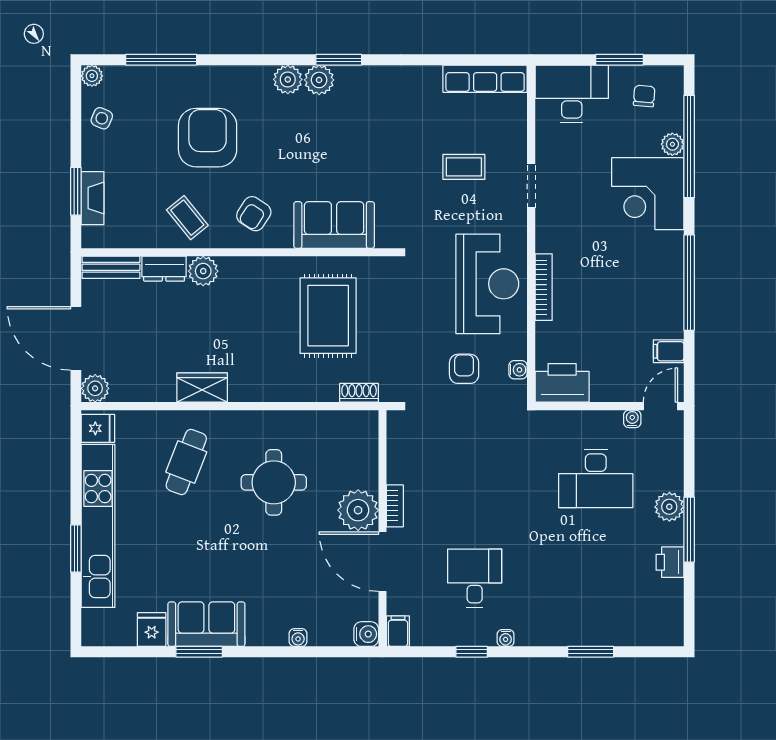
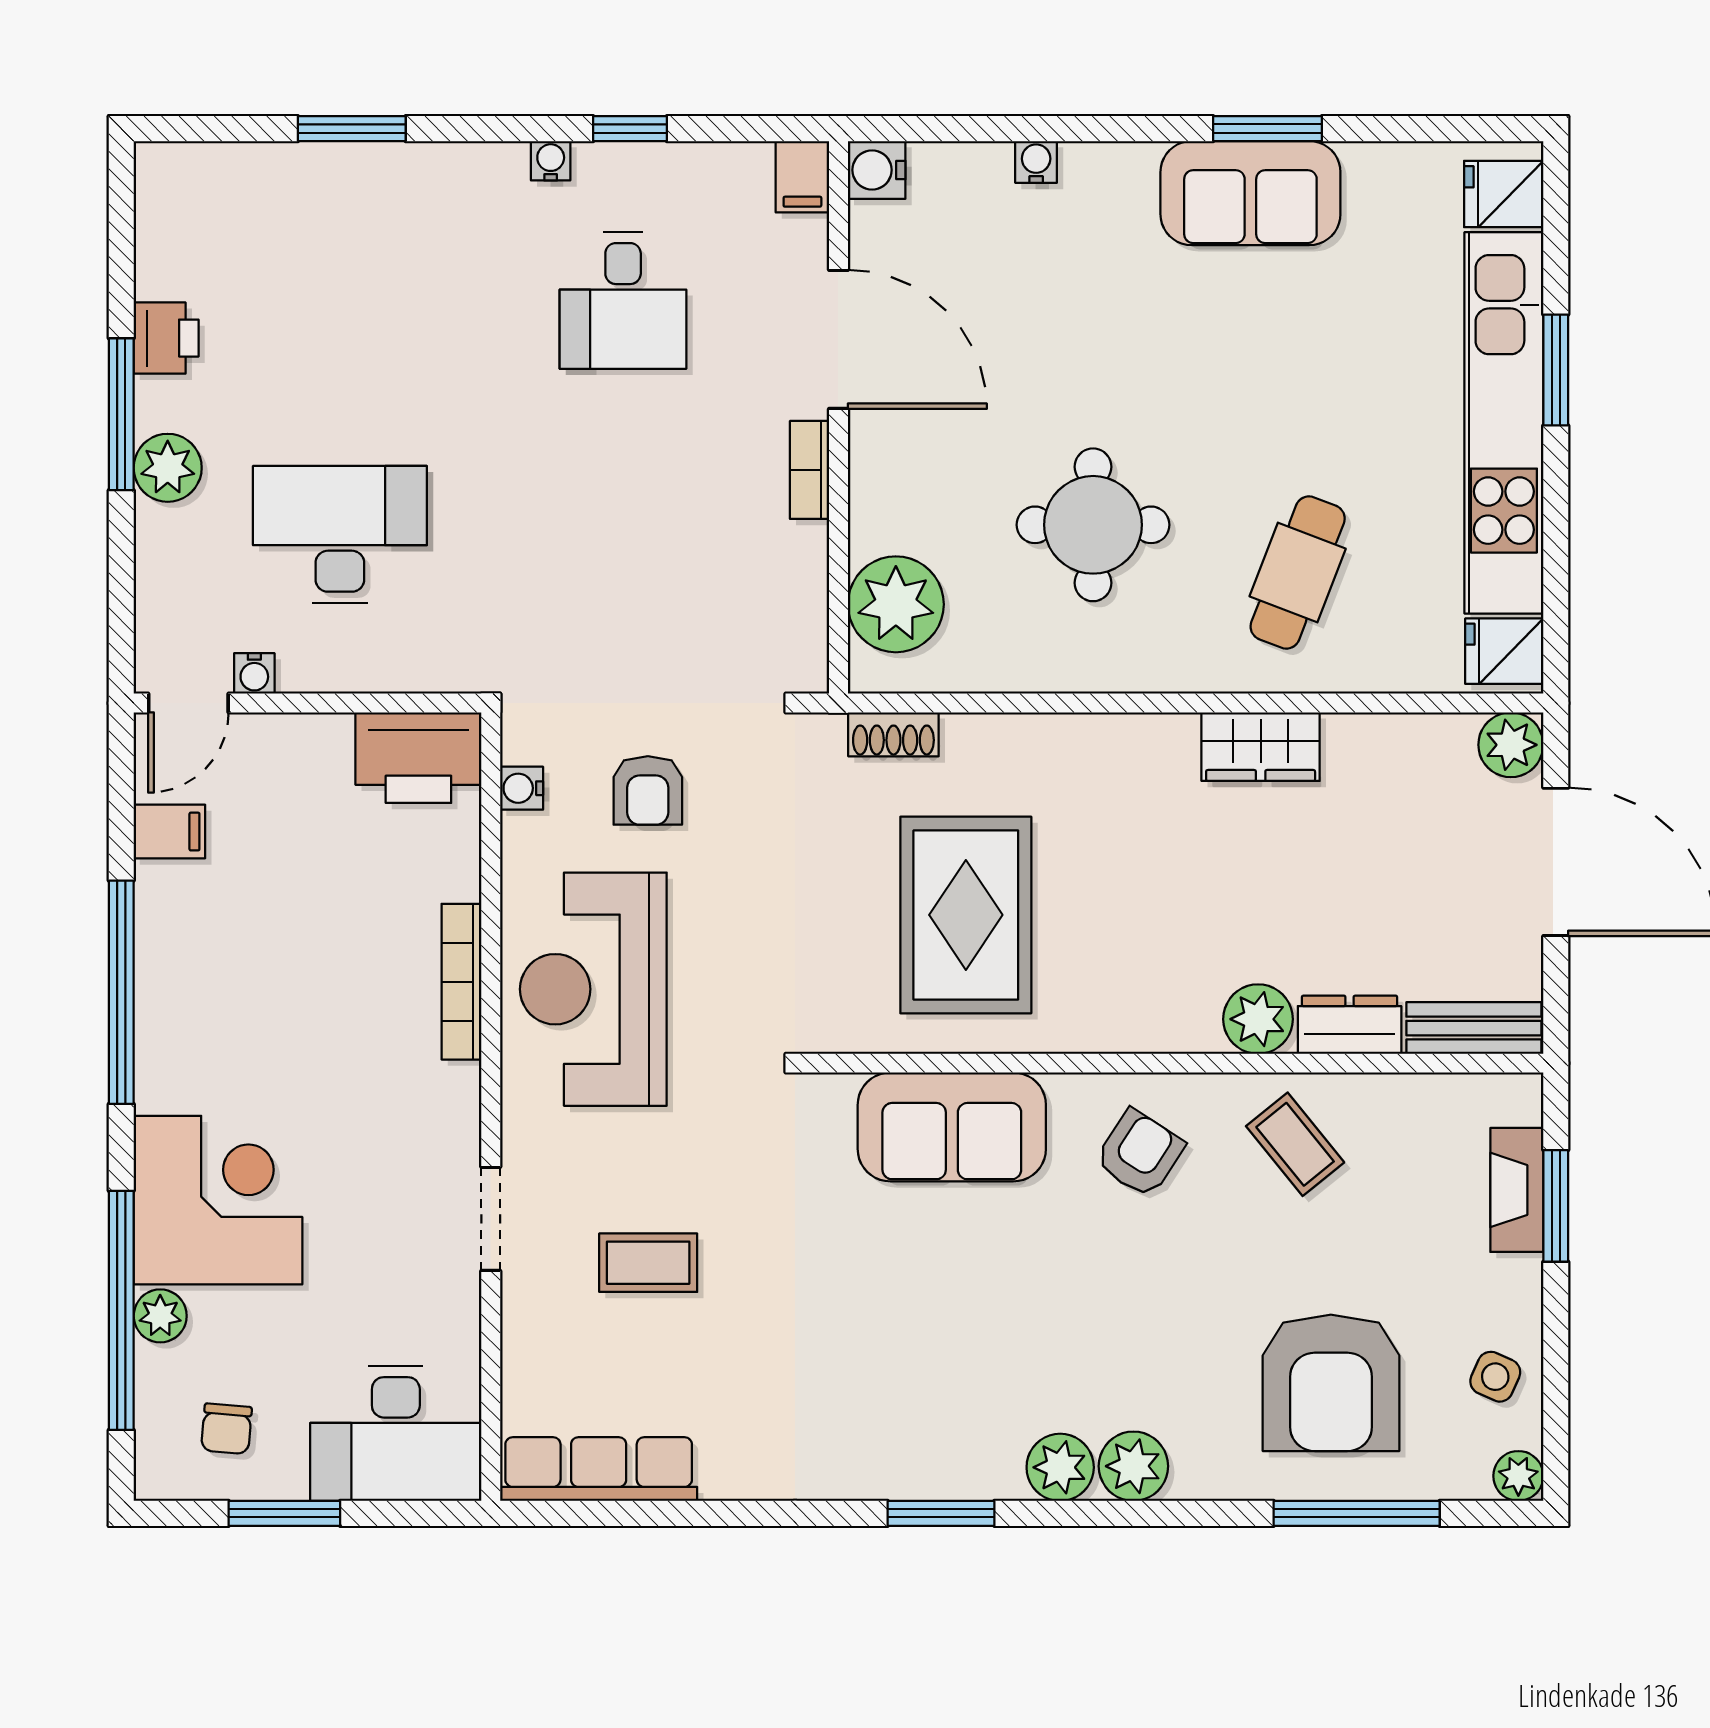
plant: (319, 80) -> (1133, 1466), moved
armchair: (208, 138) -> (1331, 1383), moved
plant: (358, 510) -> (896, 604), moved
fridge: (152, 630) -> (1504, 194), moved, turned 90

